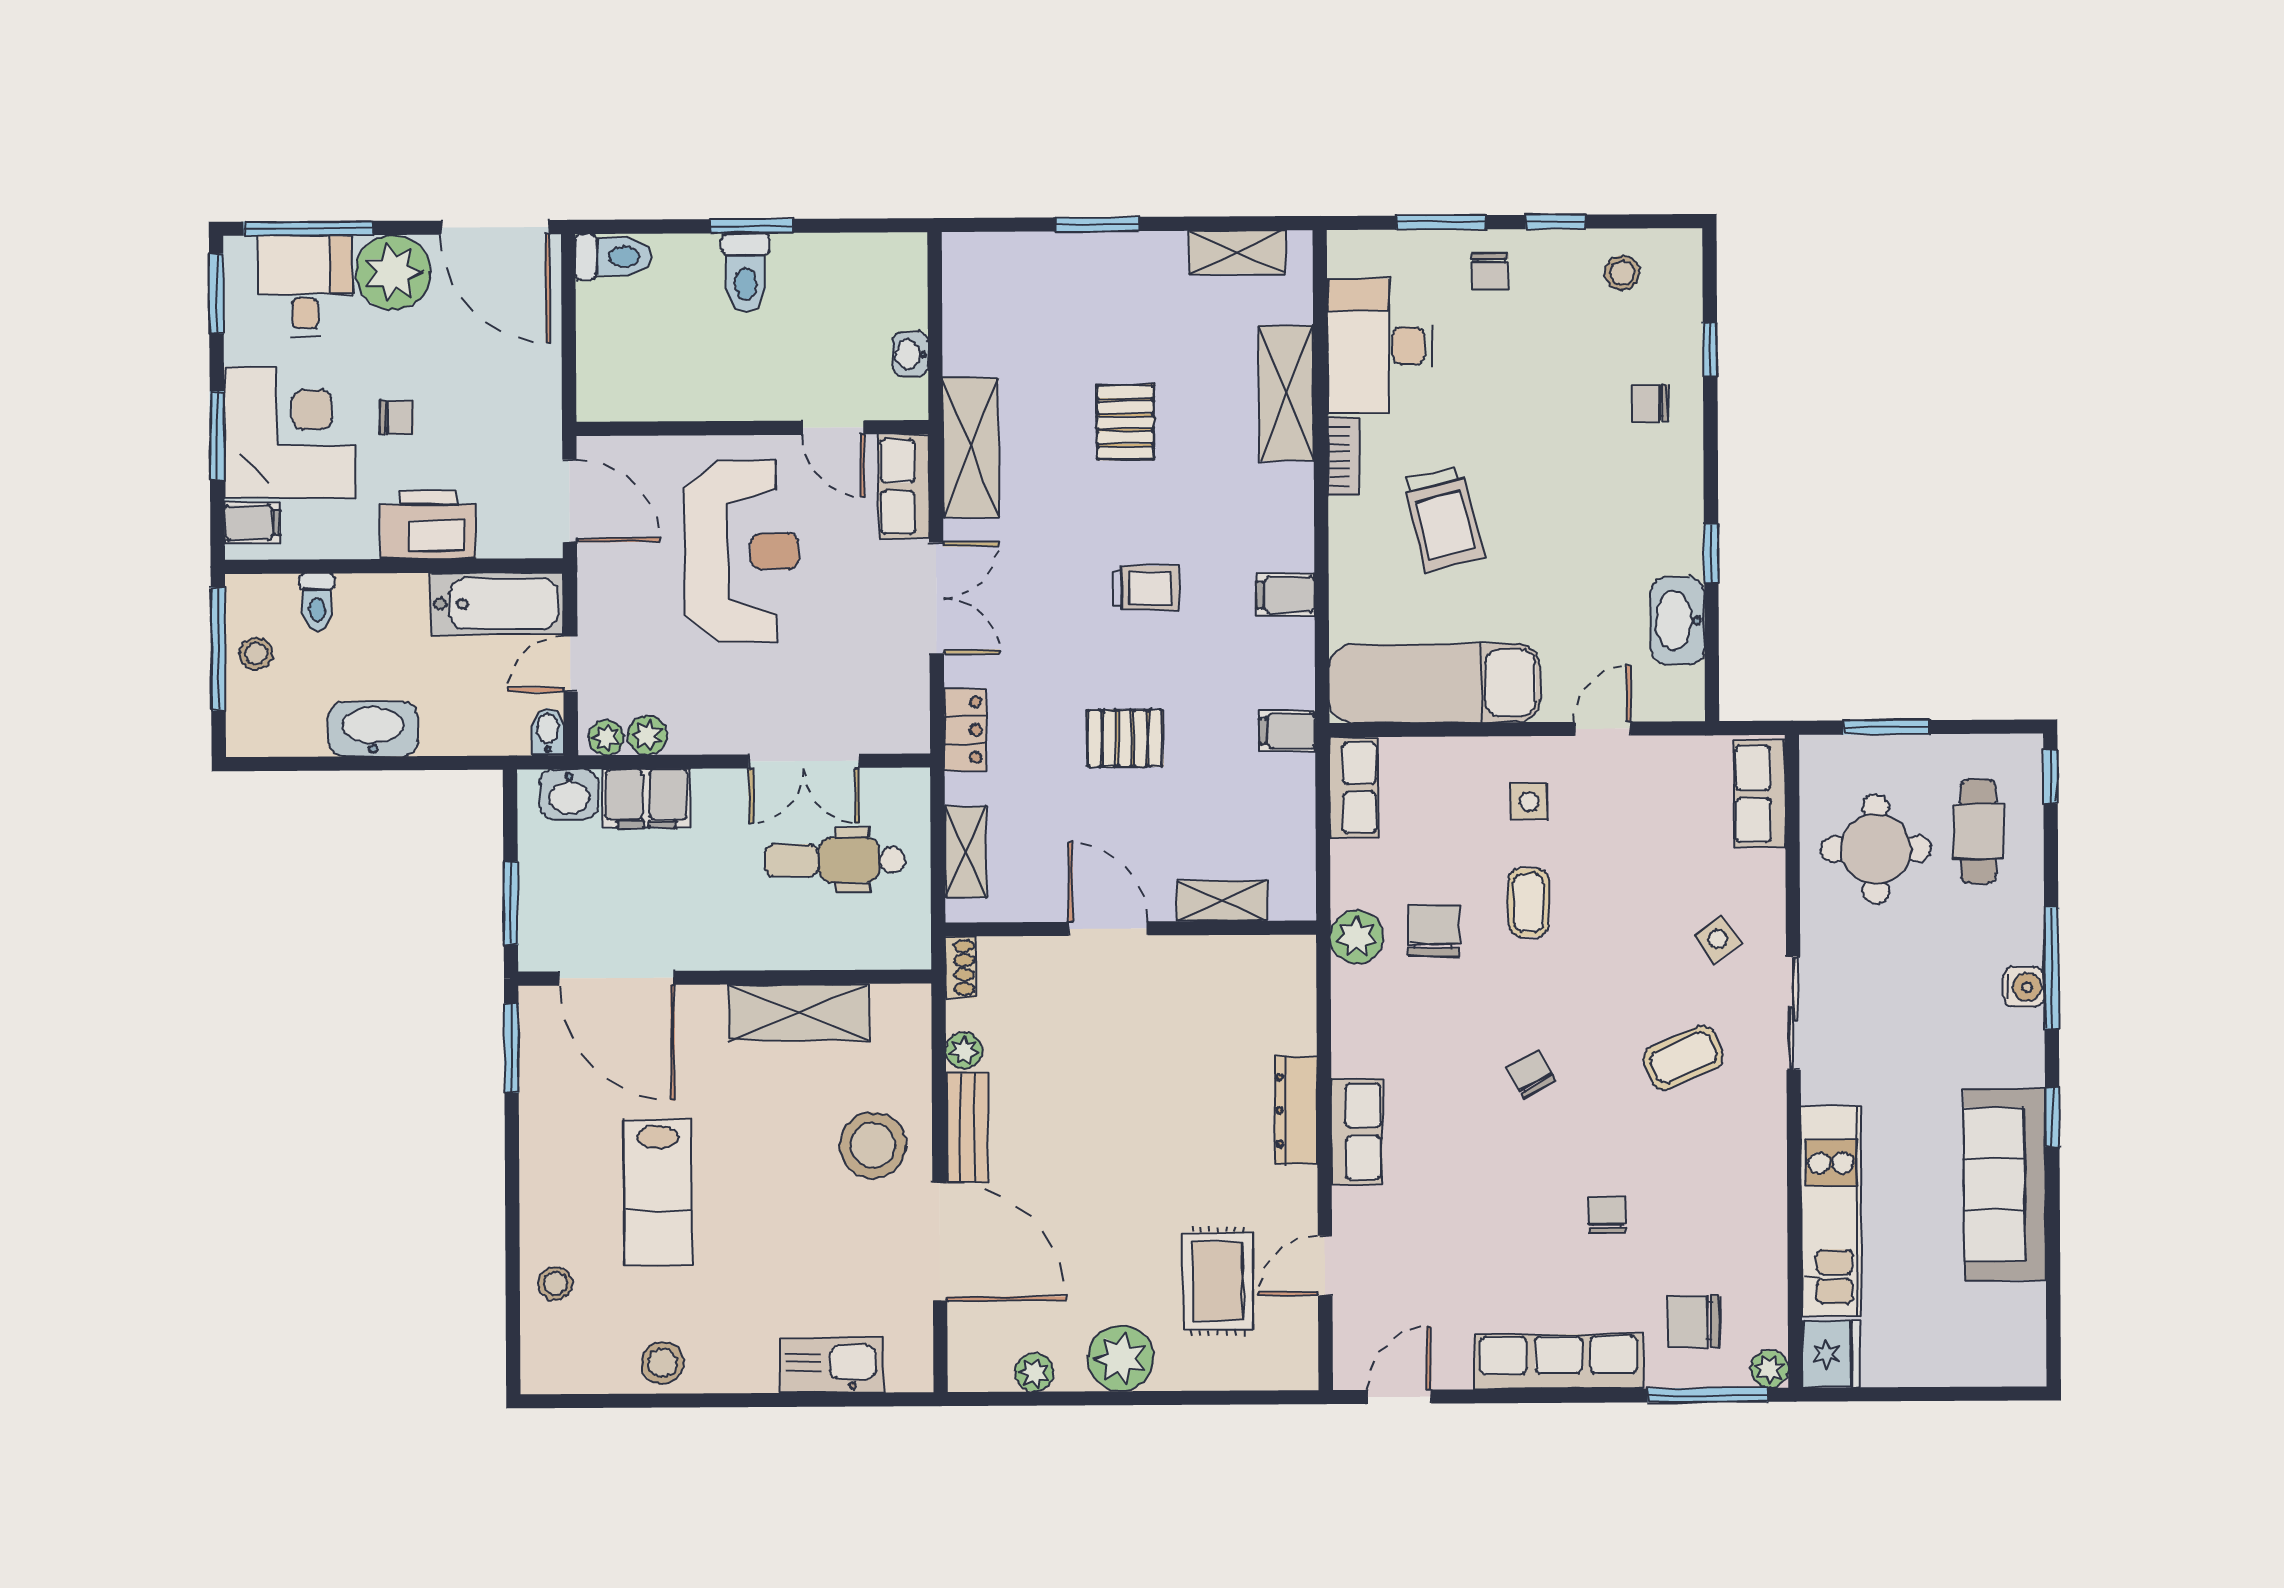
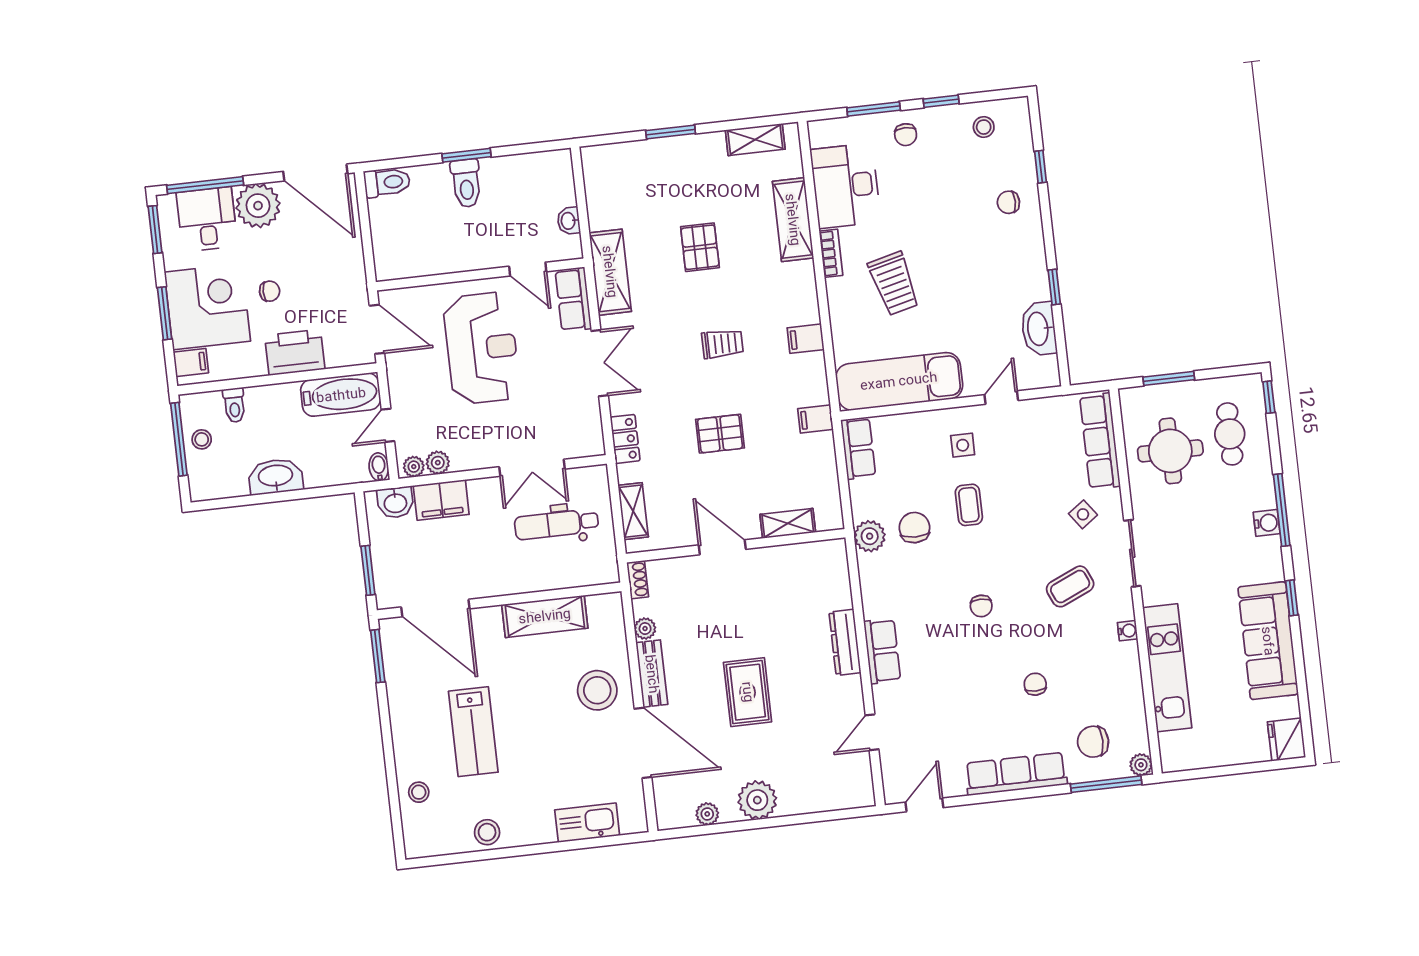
row of seats: (1760, 794) -> (1100, 441), width x1.48
chair: (1531, 1074) -> (981, 606), turned -151
water cooler: (1771, 1142) -> (1128, 631), added
rug: (1218, 1281) -> (748, 692), moved
fridge: (1831, 1354) -> (1287, 739), moved, turned 180

